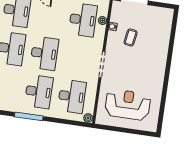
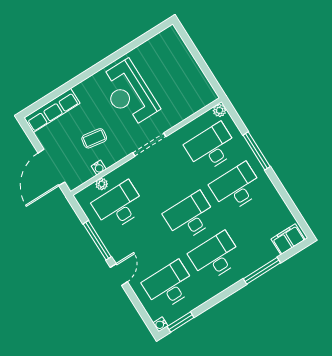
row of seats: (165, 27) -> (52, 110), added
reception desk: (128, 105) -> (129, 93), moved
window: (29, 116) -> (257, 151), moved

